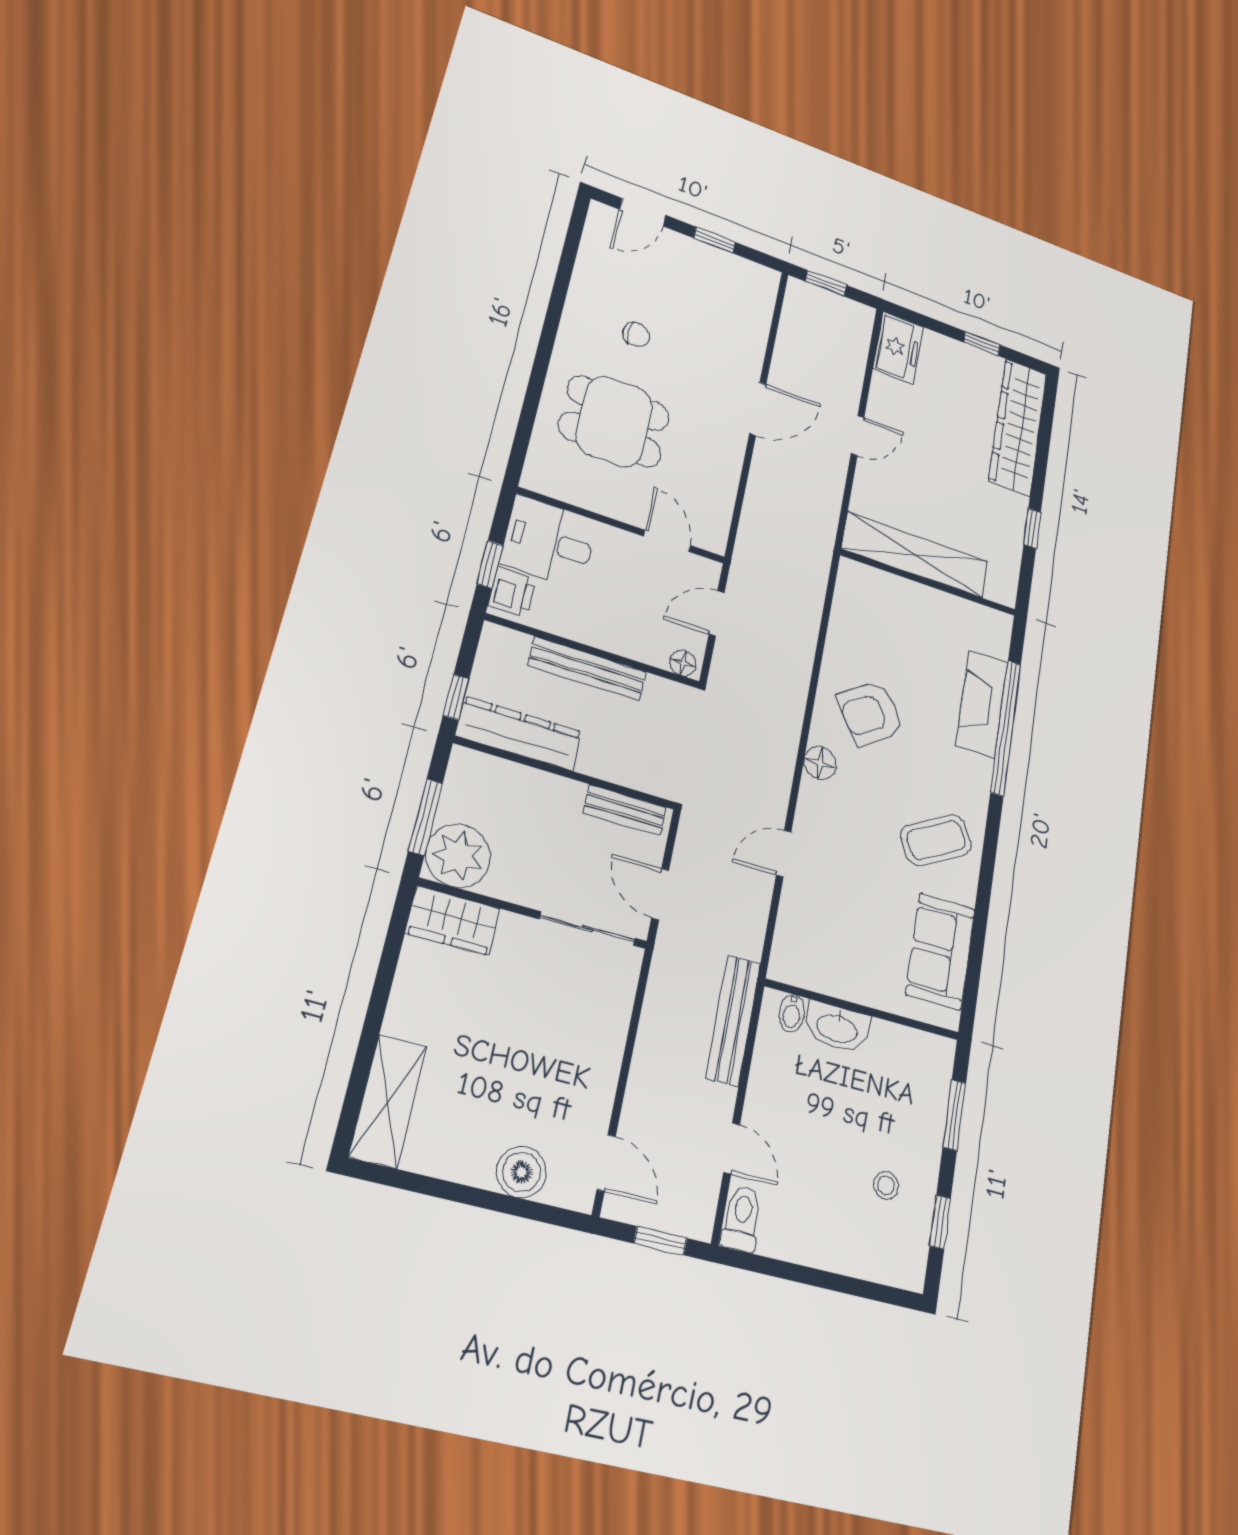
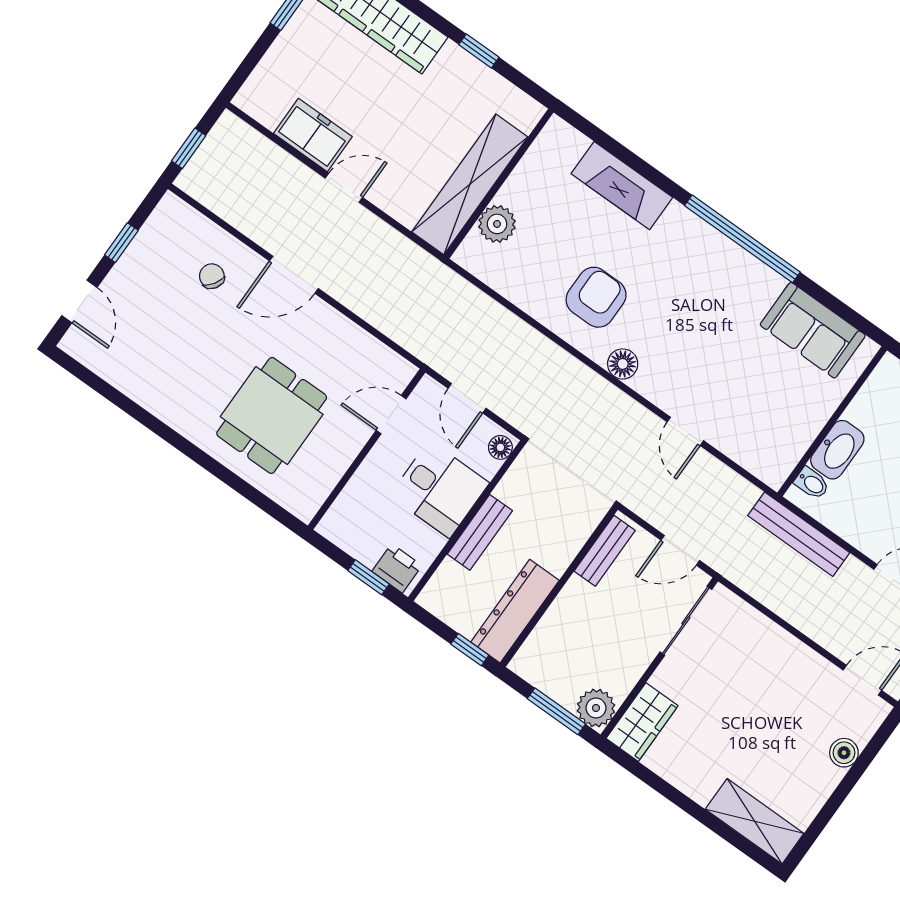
chair: (636, 335) -> (212, 276), moved, turned -57
freezer: (898, 348) -> (313, 135), moved
door: (758, 409) -> (294, 275), swing flipped
door: (857, 436) -> (344, 188), hinge flipped
desk: (549, 542) -> (439, 489), moved, turned -90
plant: (892, 592) -> (497, 224), added
bench: (587, 669) -> (480, 532), width x0.73
armchair: (870, 713) -> (596, 297), turned -146
window: (1006, 728) -> (742, 239), moved
coffee table: (936, 840) -> (722, 289), removed
plant: (458, 856) -> (596, 708), width x0.73, depth x0.73
boiler: (522, 1172) -> (844, 753), width x0.73, depth x0.73

